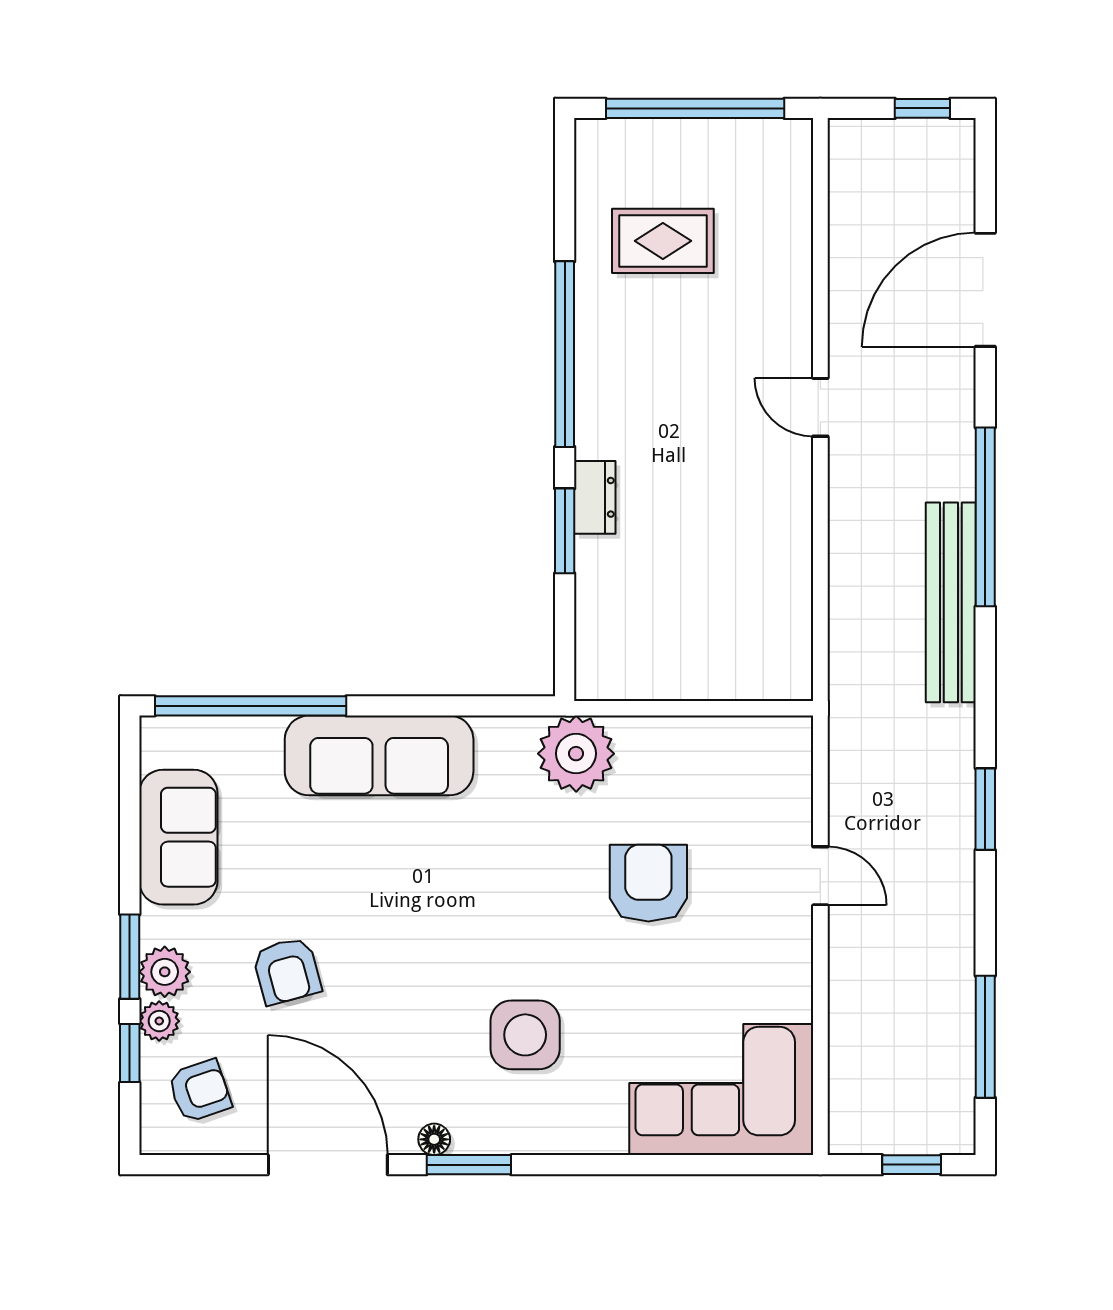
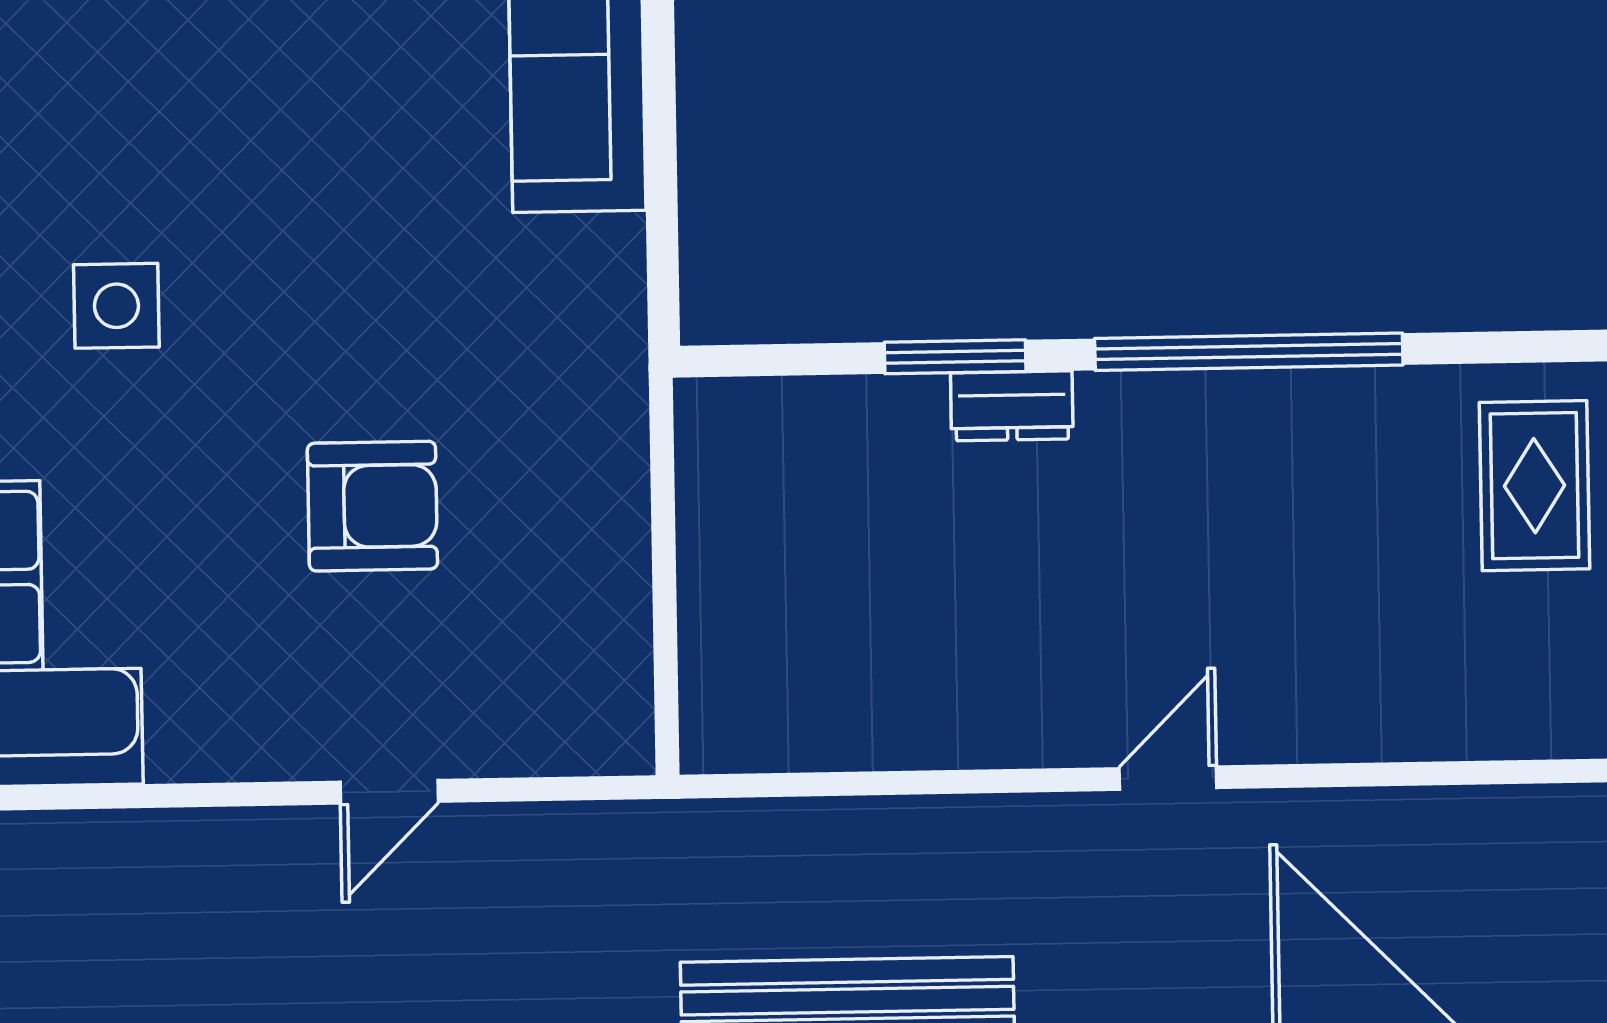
rug: (663, 241) -> (1534, 486), moved
plant: (576, 754) -> (585, 382), removed
side table: (525, 1035) -> (116, 306), width x0.73, depth x0.73

